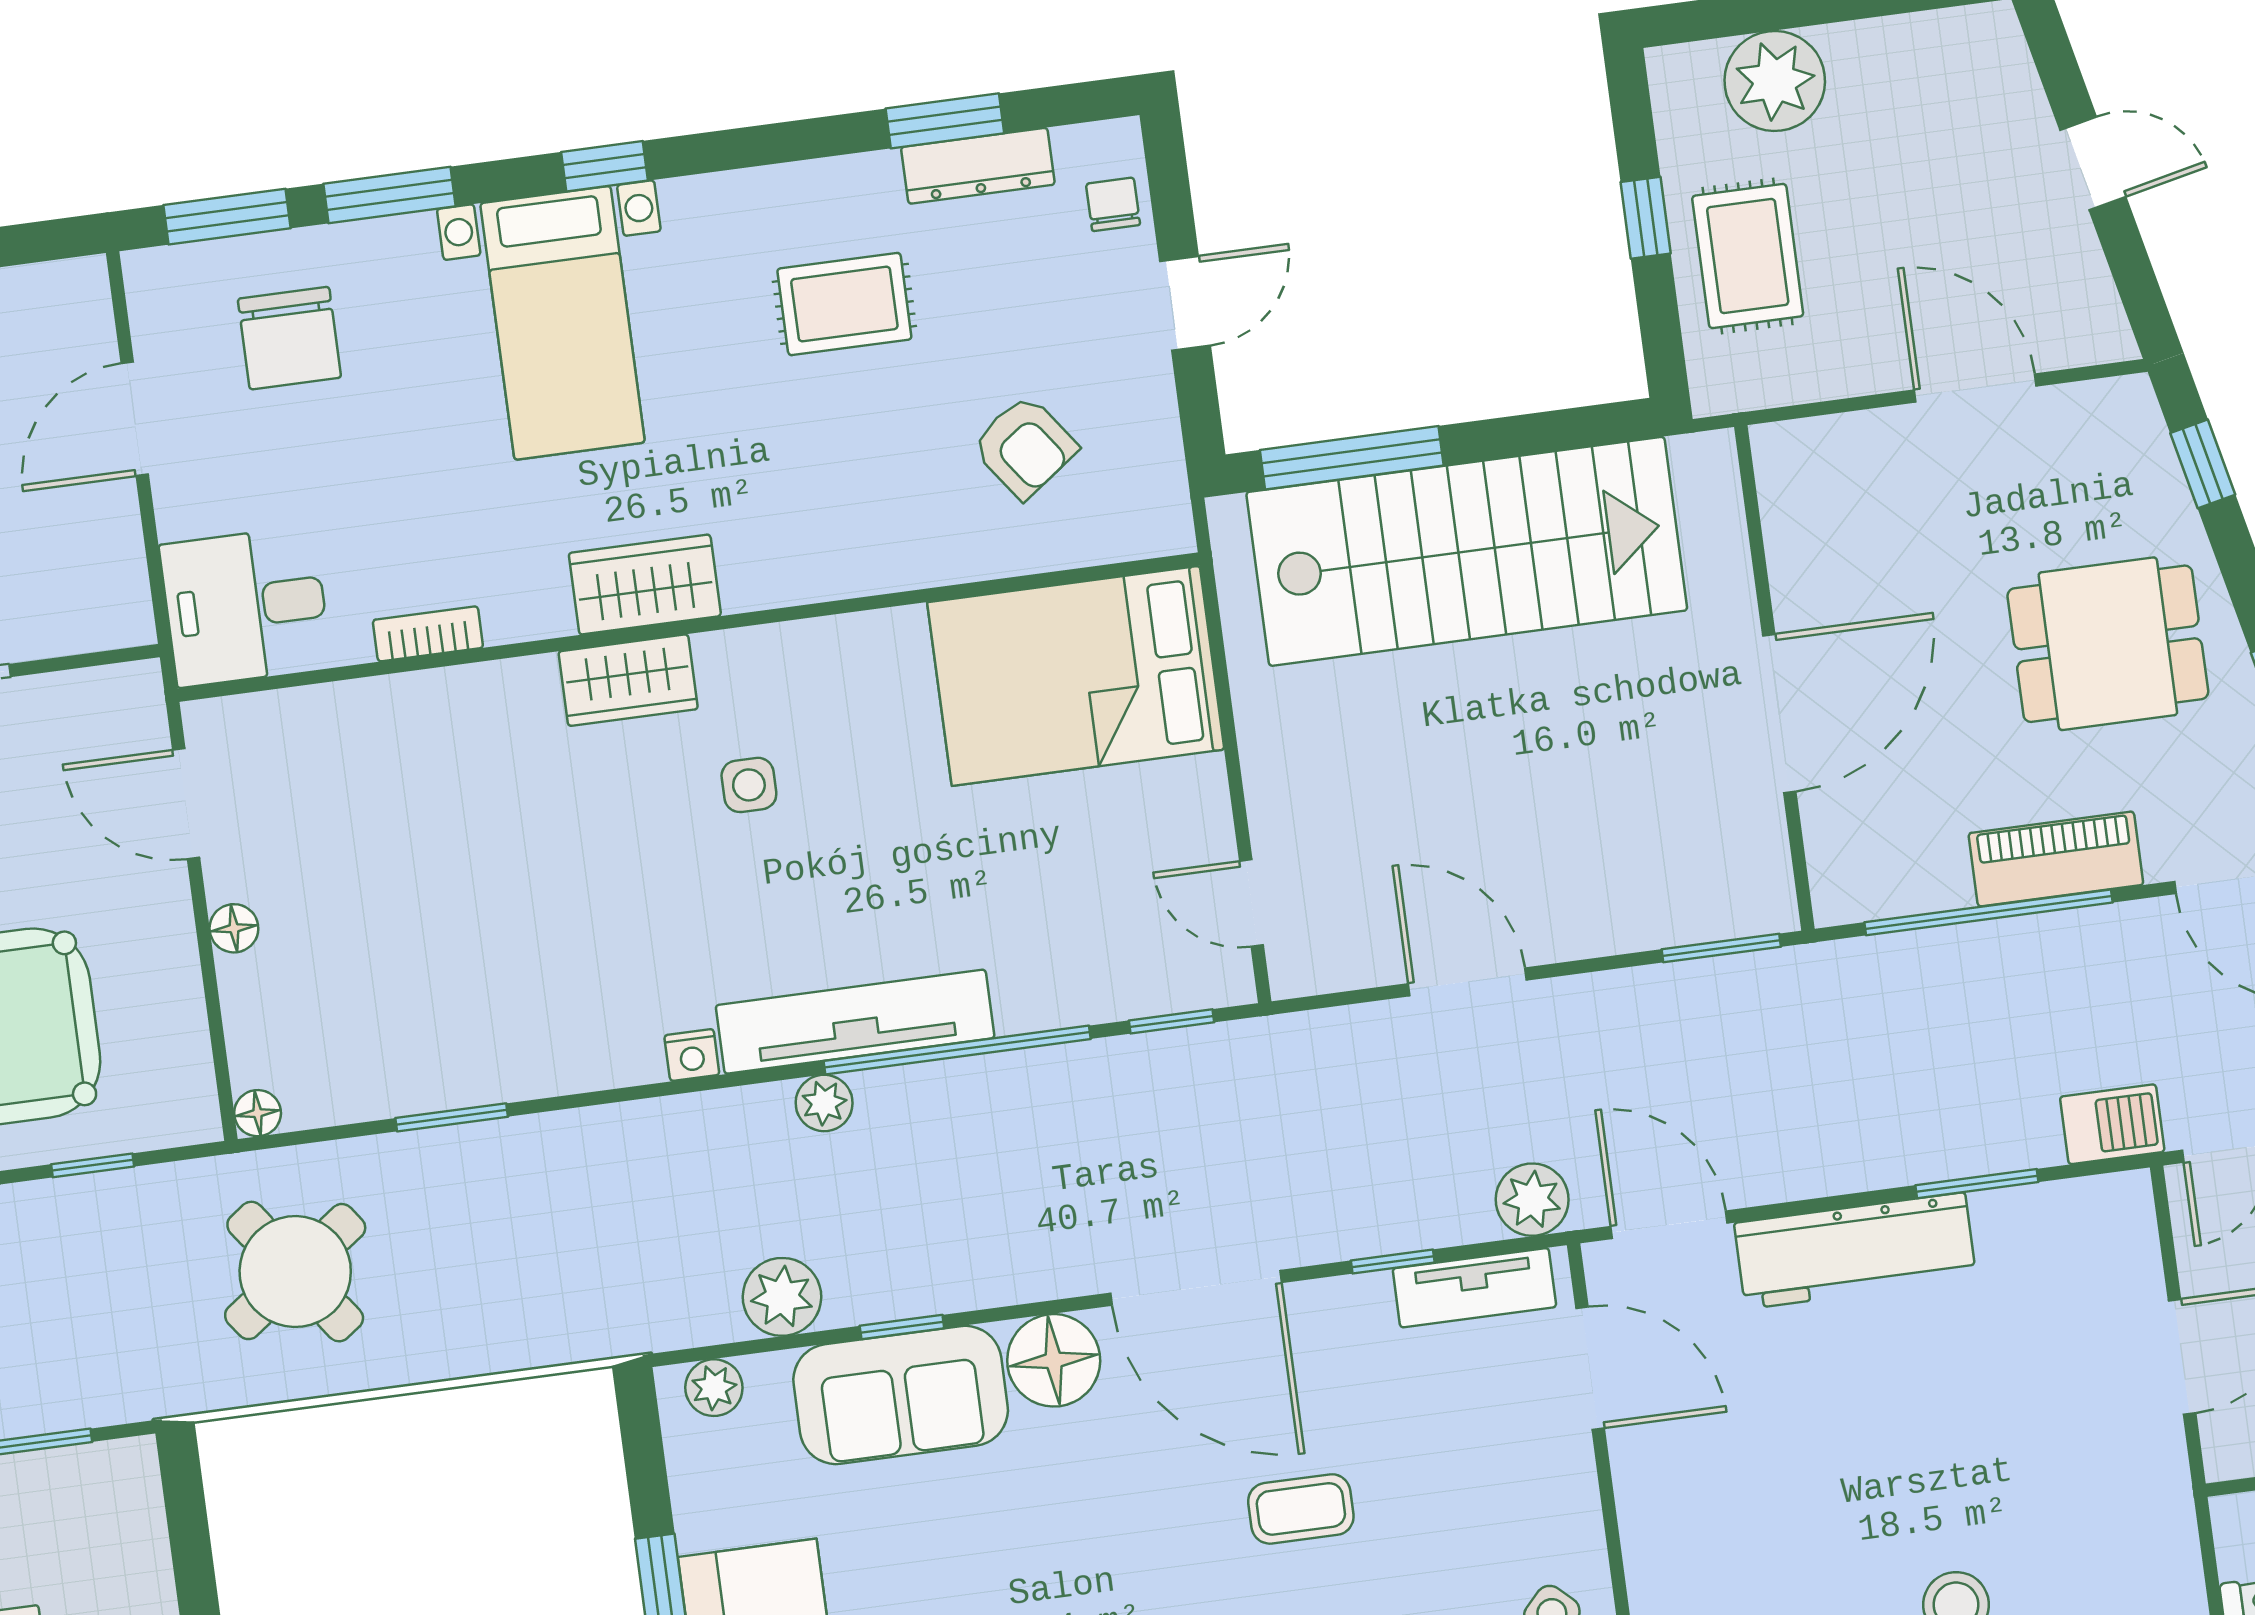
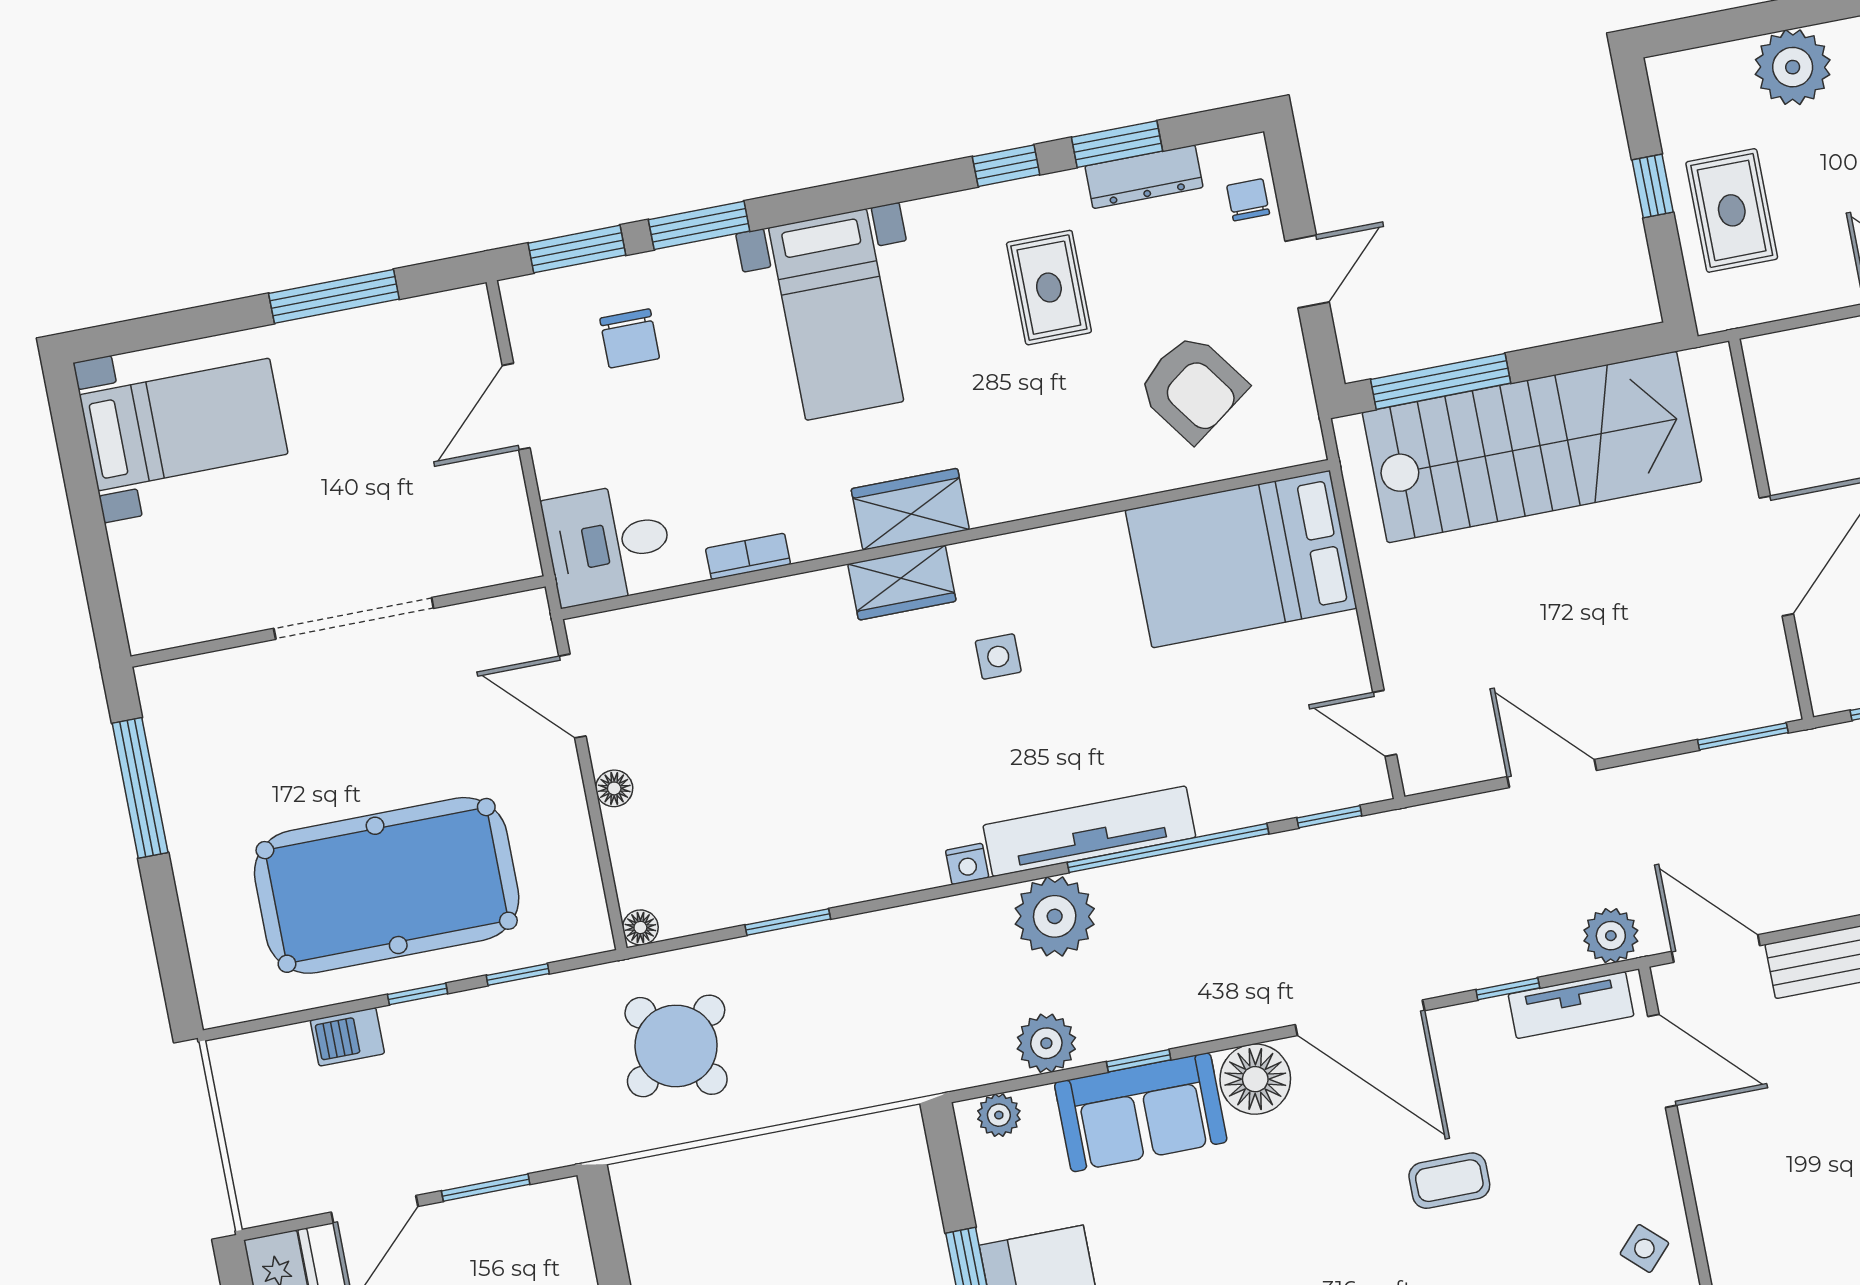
plant: (1775, 81) -> (1793, 67), moved
window: (604, 166) -> (1006, 166), moved
rug: (844, 304) -> (1049, 288), turned 90
chair: (289, 338) -> (630, 338), width x0.73, depth x0.73
armchair: (1025, 447) -> (1192, 388), width x1.38, depth x1.38
plant: (824, 1103) -> (1055, 916), width x1.88, depth x1.88

